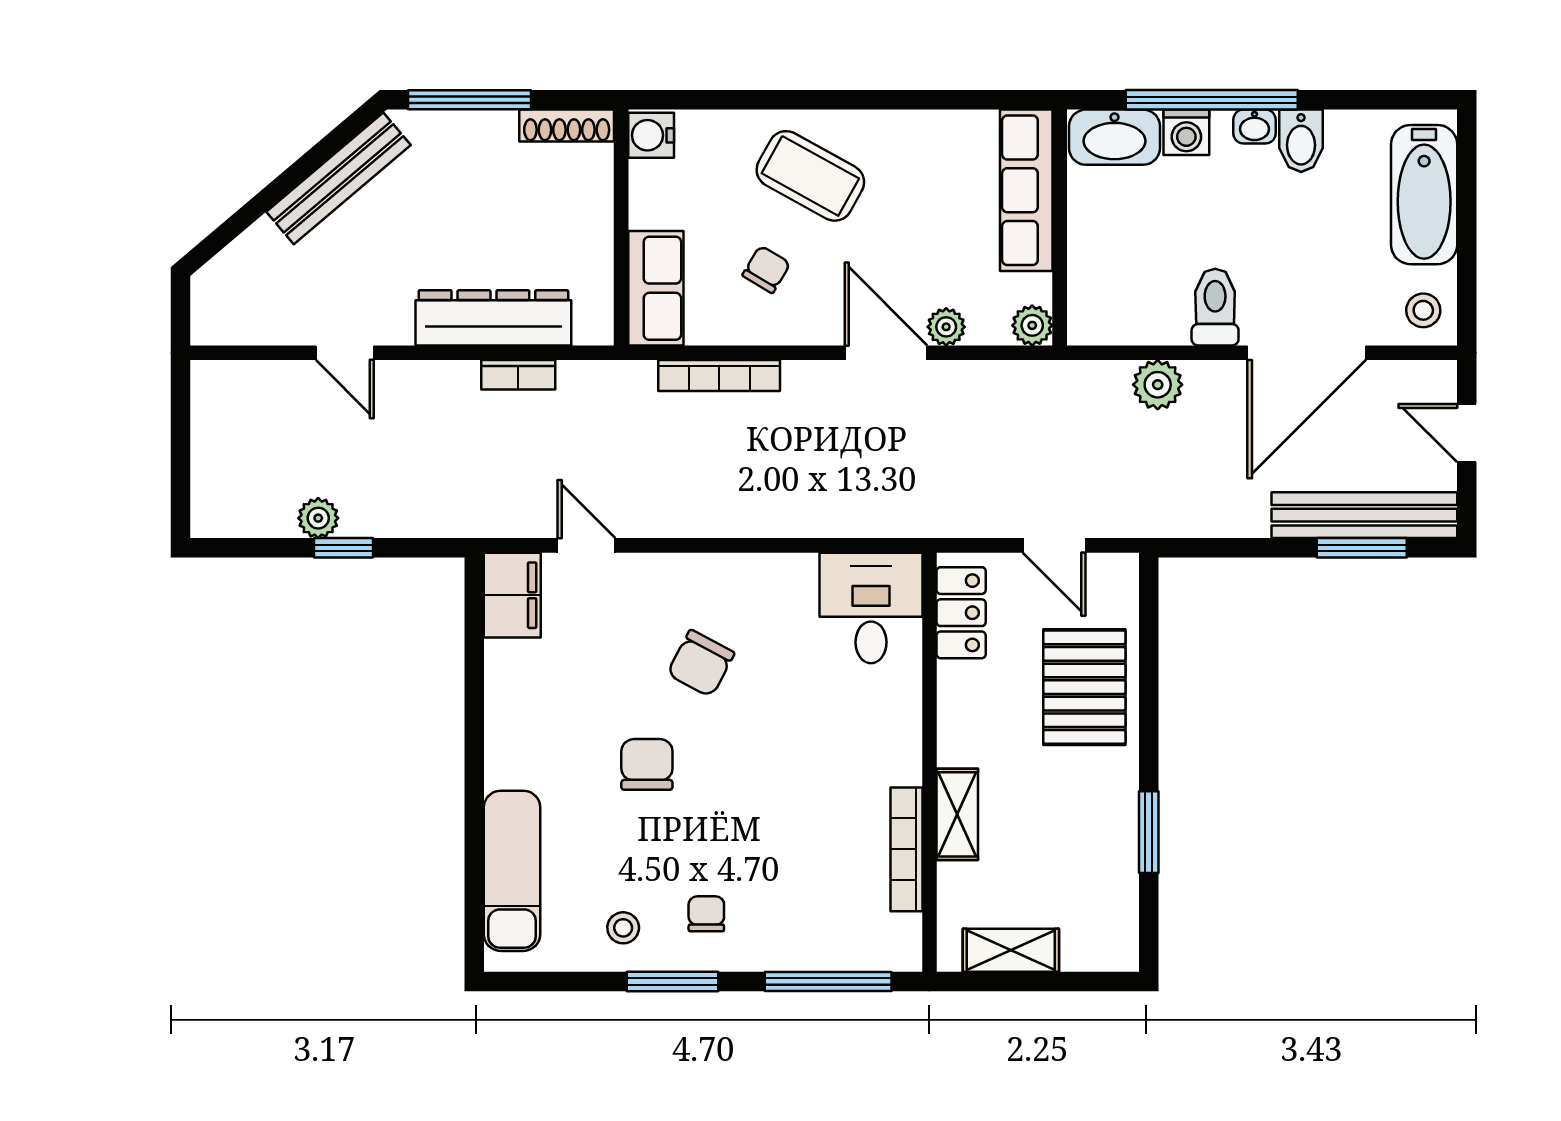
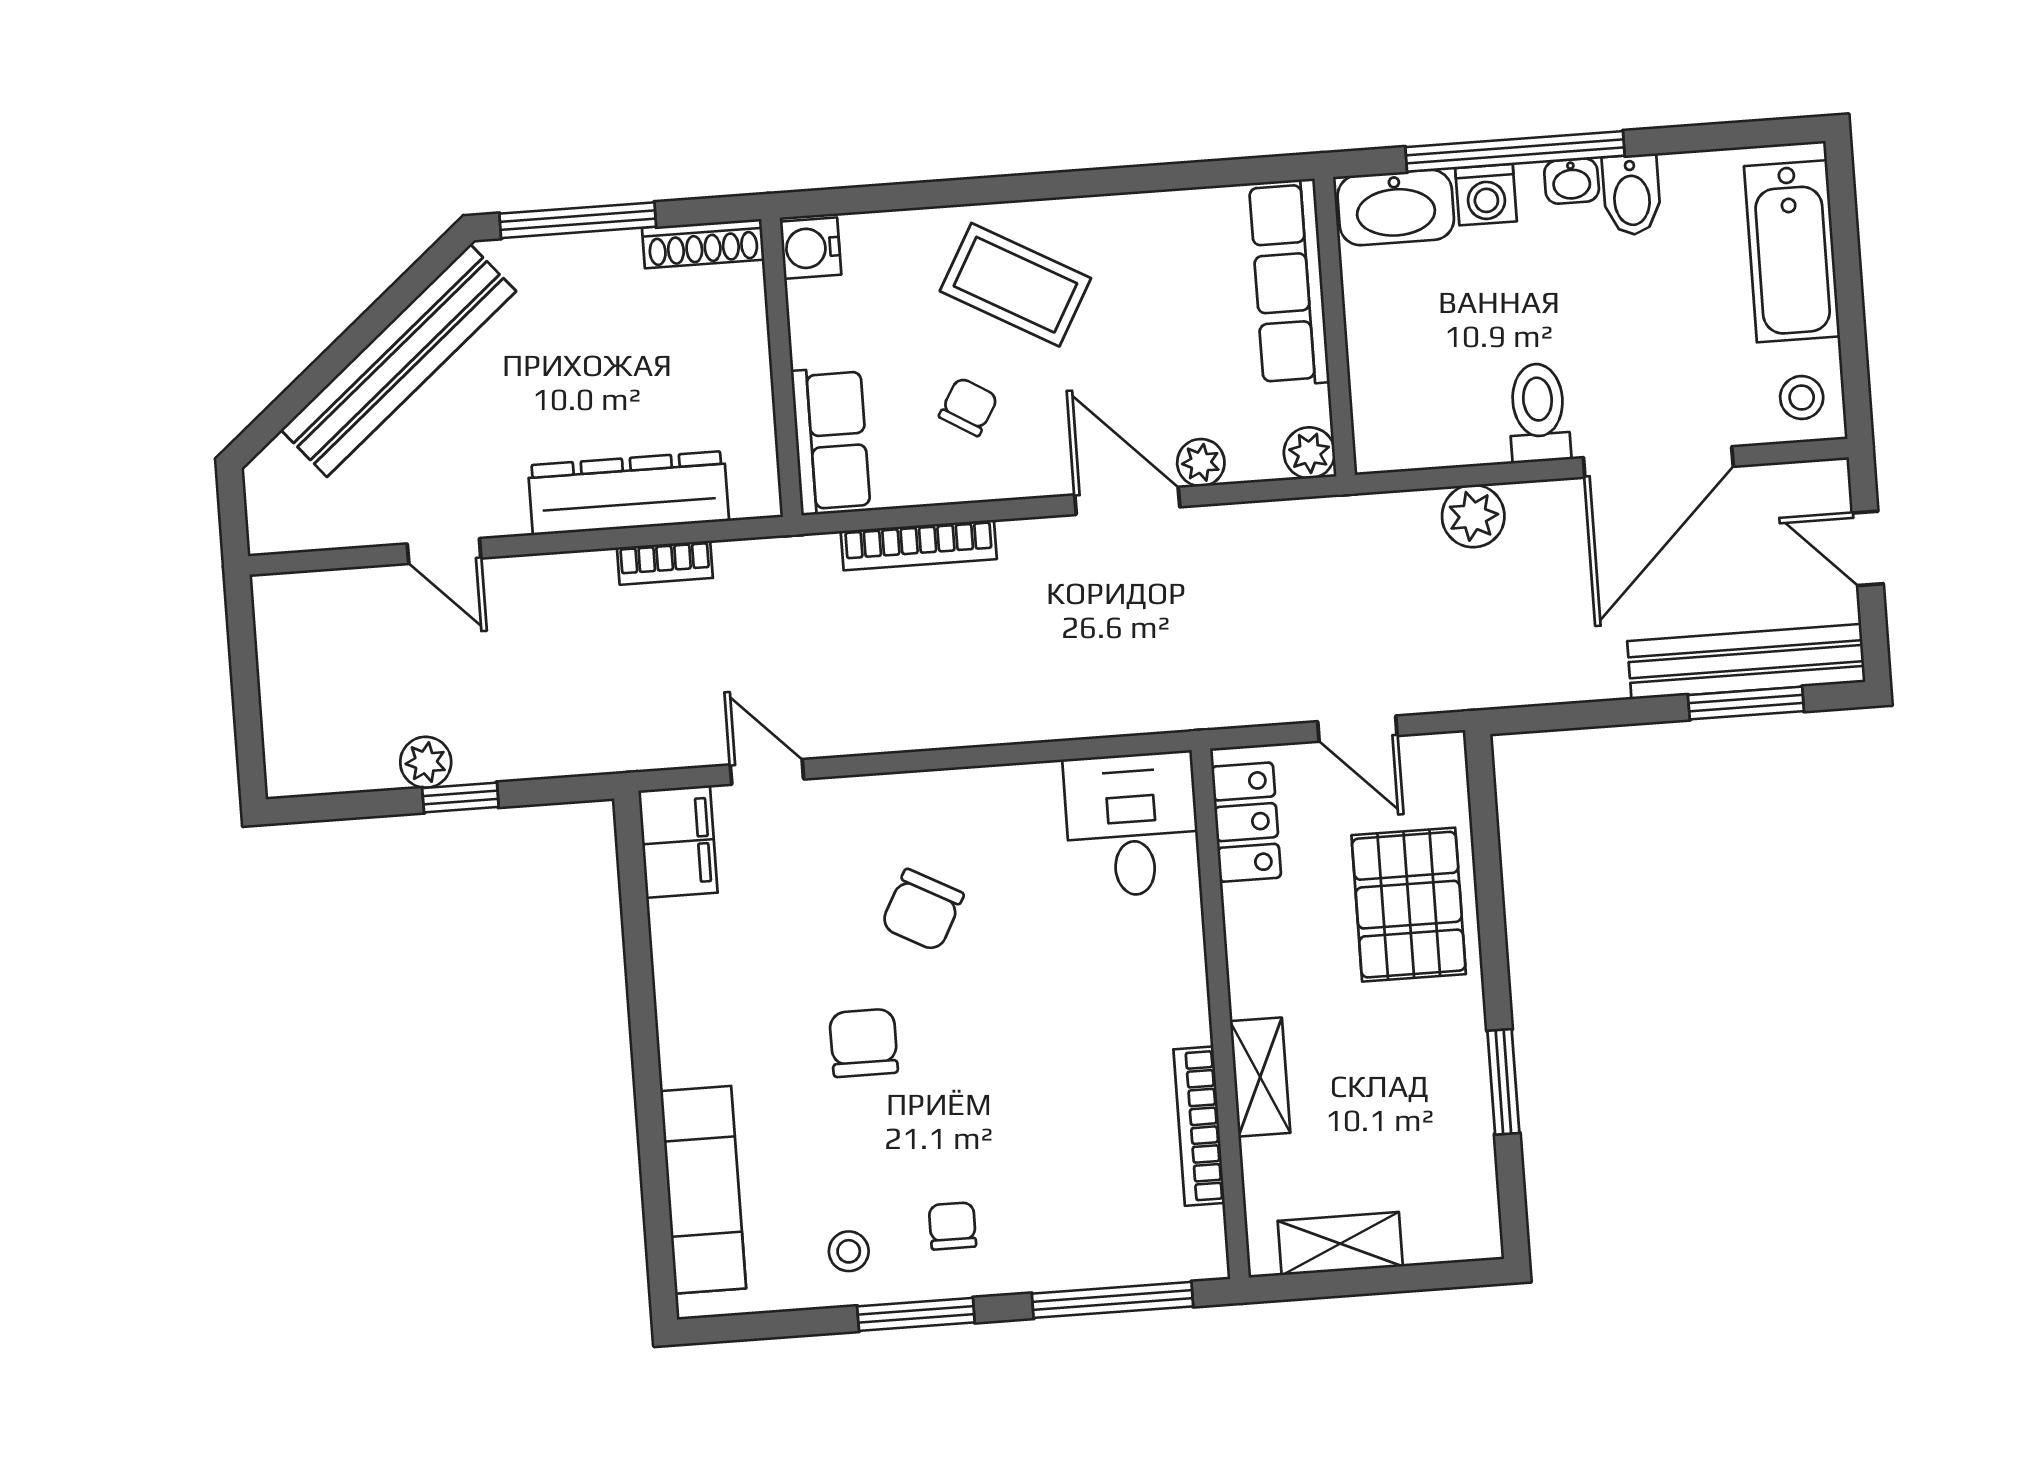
bench: (339, 178) -> (399, 361), width x1.37, depth x1.21

